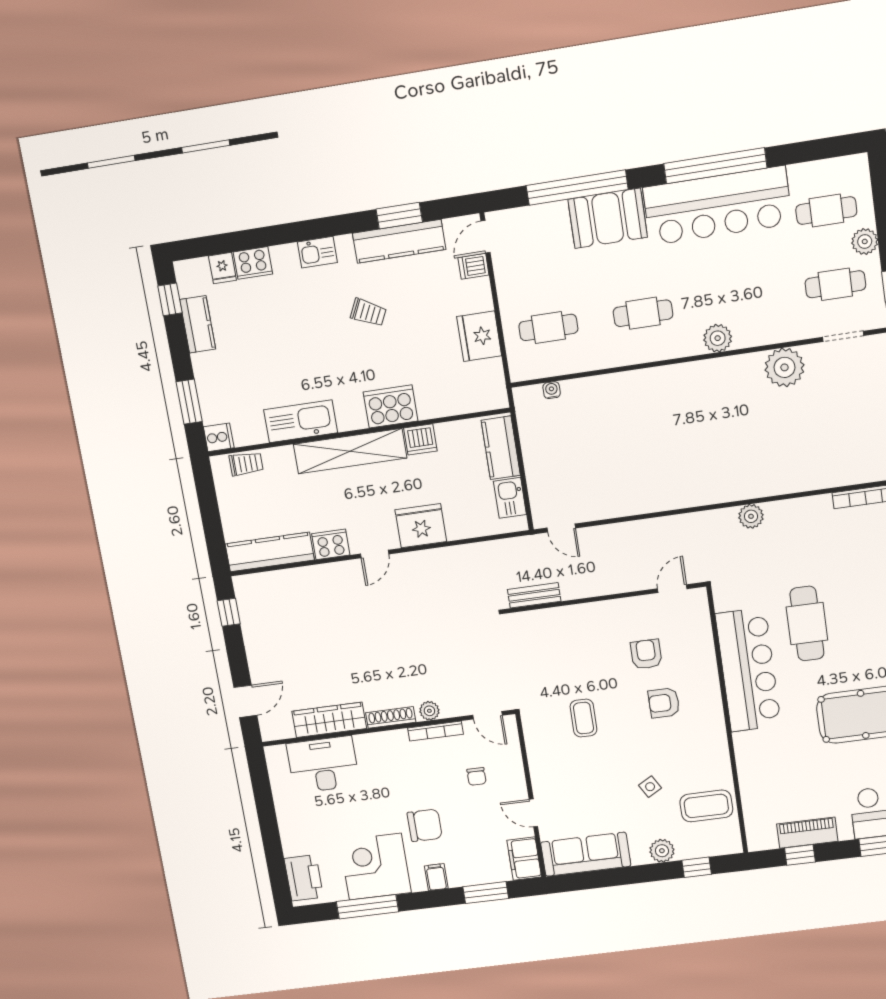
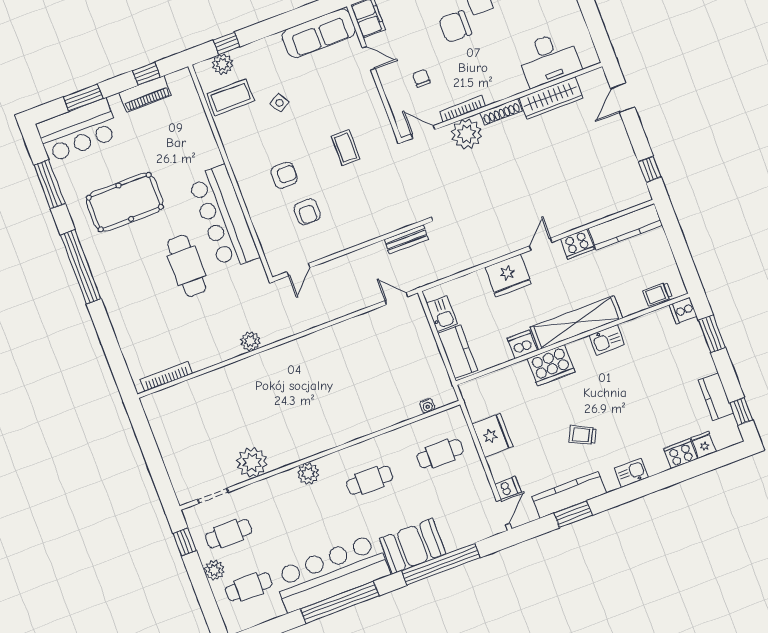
kitchen sink: (301, 421) -> (607, 340), width x0.53, depth x0.81
plant: (429, 711) -> (467, 134), width x1.87, depth x1.87
plant: (662, 851) -> (223, 64), moved

